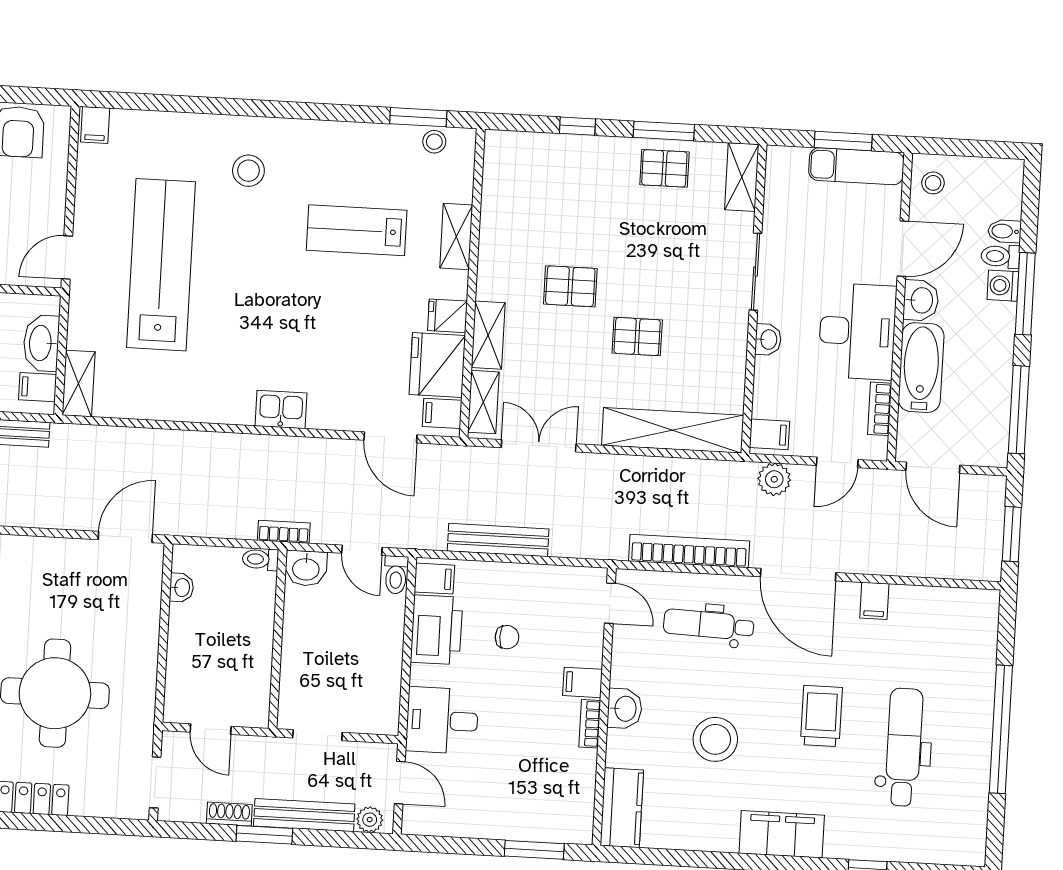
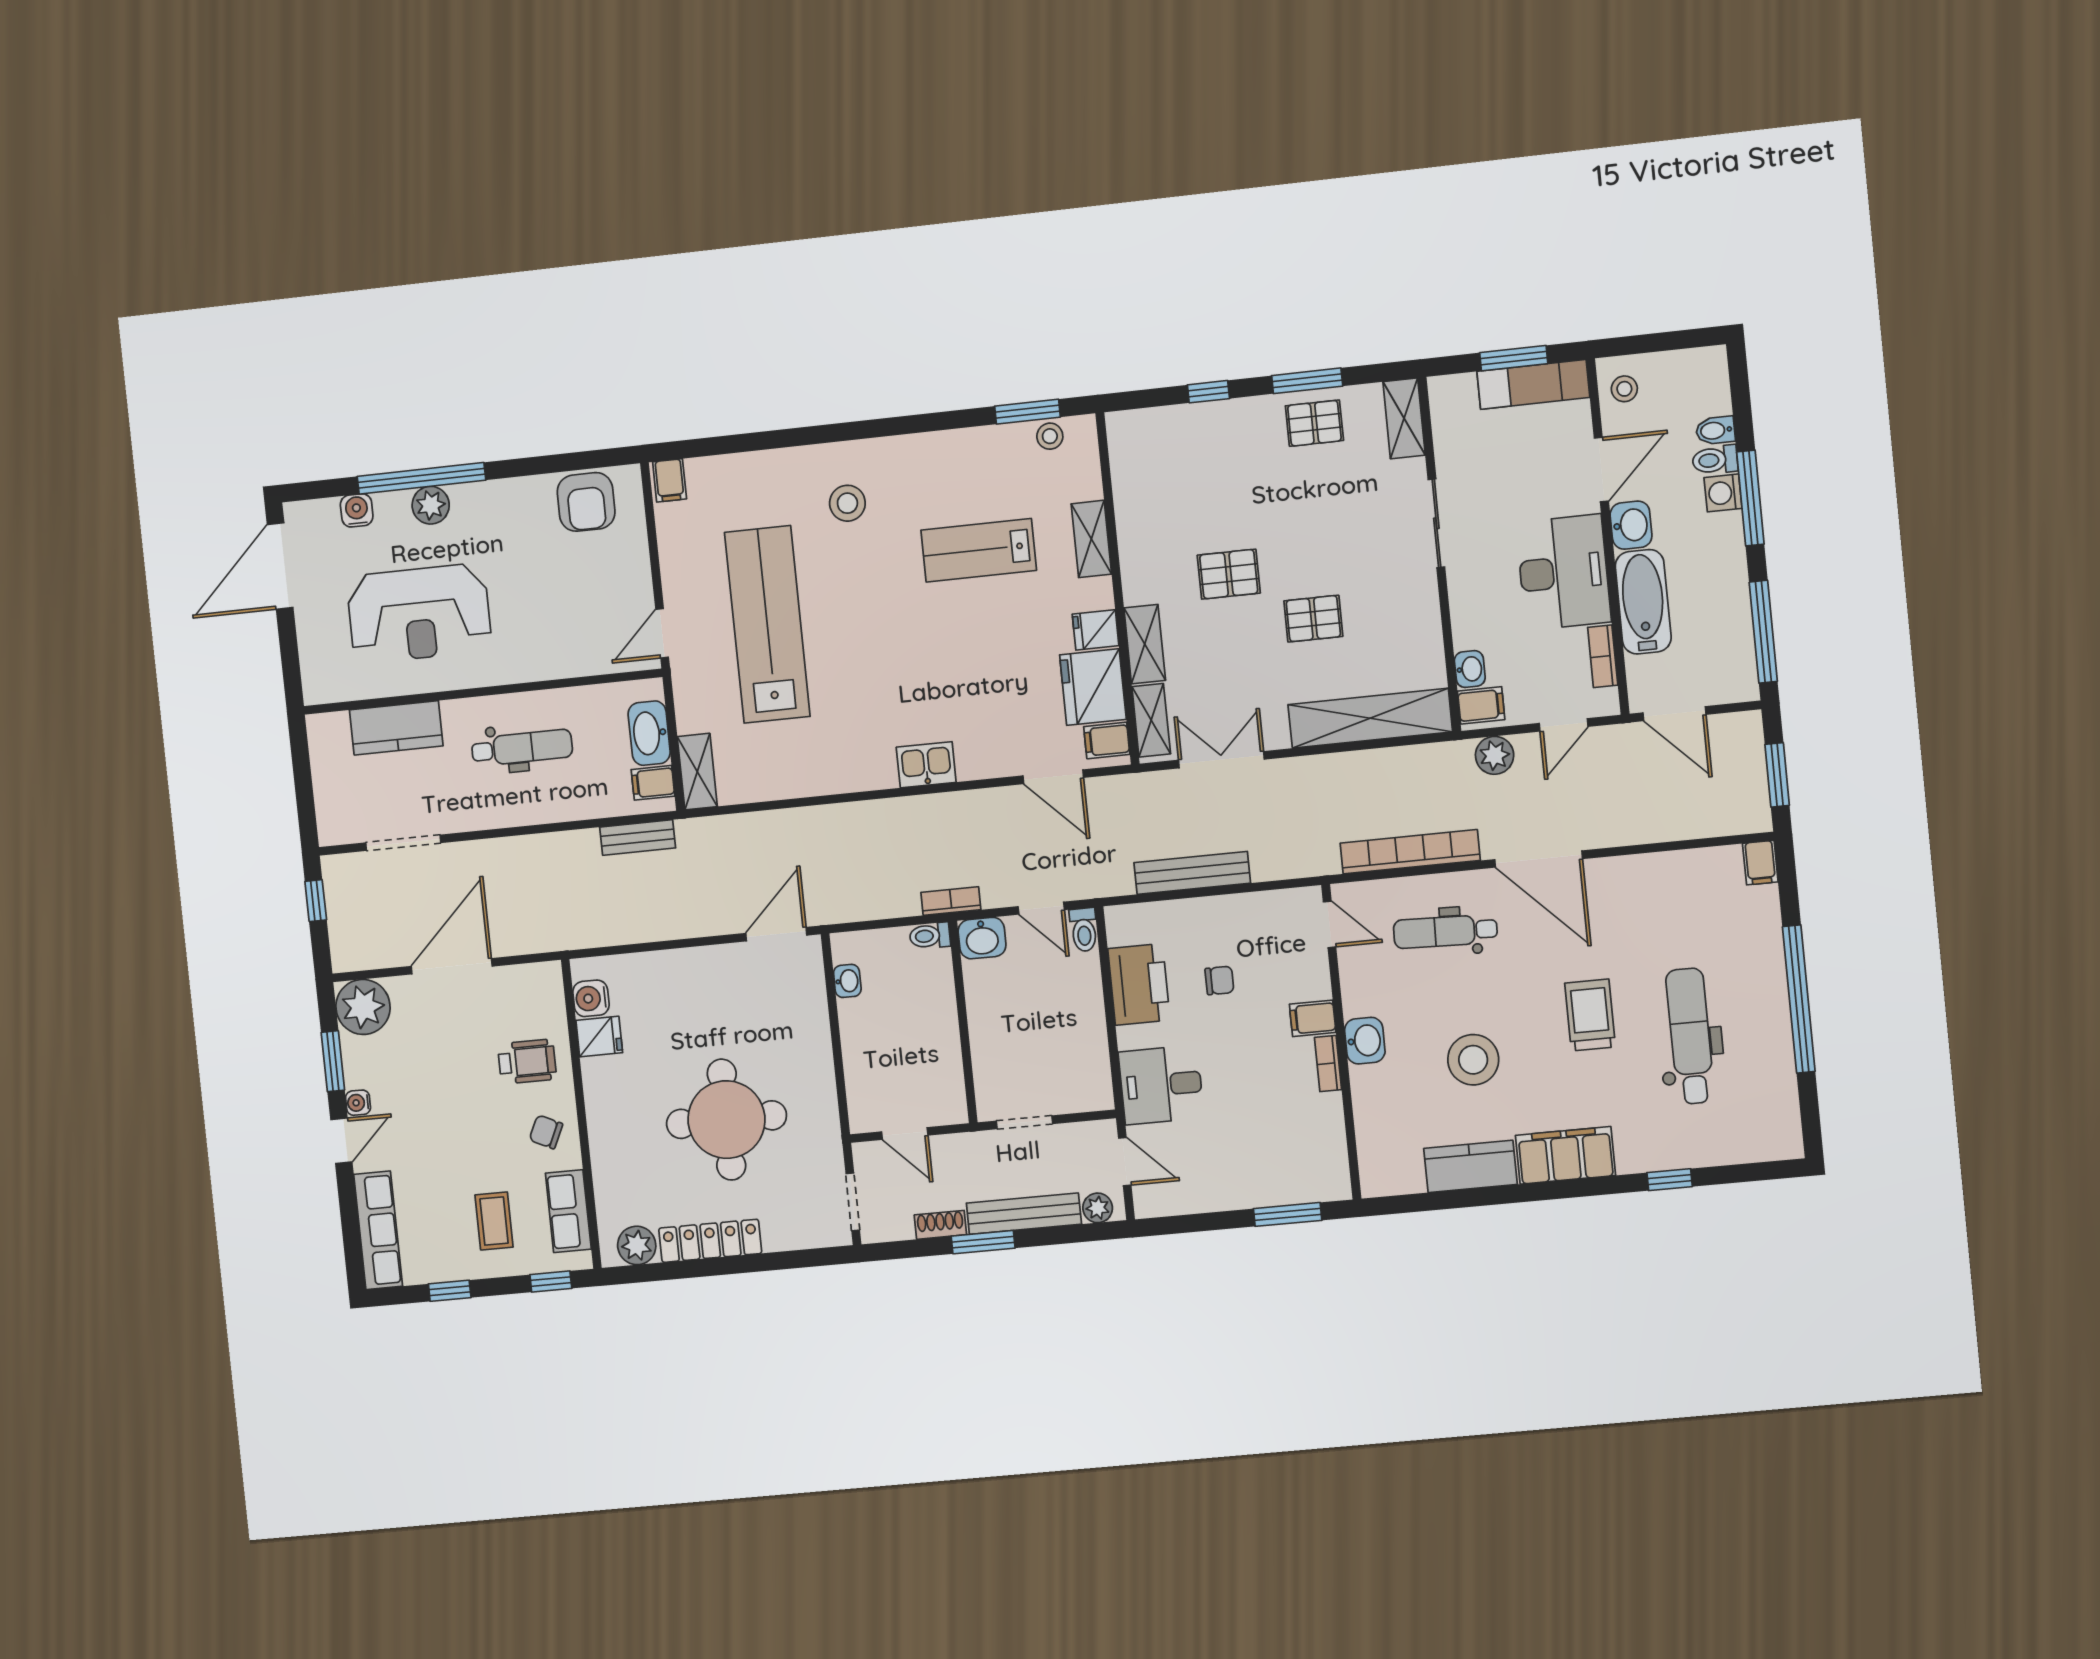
washbasin: (768, 340) -> (1470, 669), moved
filing cabinet: (434, 579) -> (1127, 927), removed
filing cabinet: (874, 601) -> (1760, 863), moved
kitchen counter: (622, 808) -> (1470, 1166), moved, turned -90

